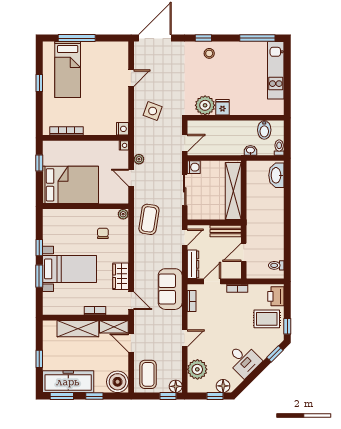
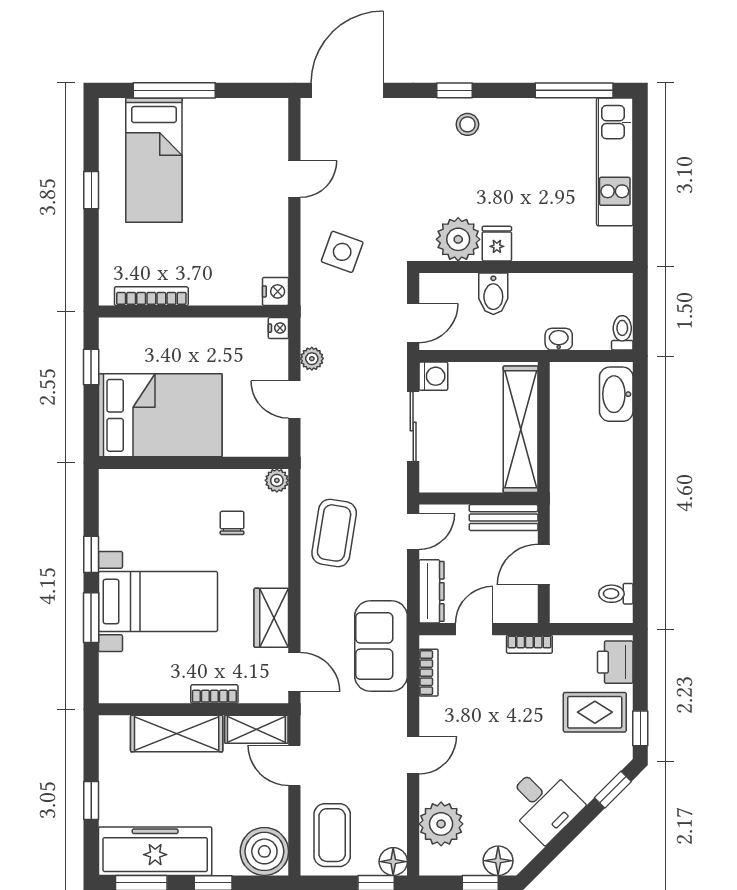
bidet: (264, 130) -> (493, 294), moved
coffee table: (149, 219) -> (334, 533), moved

